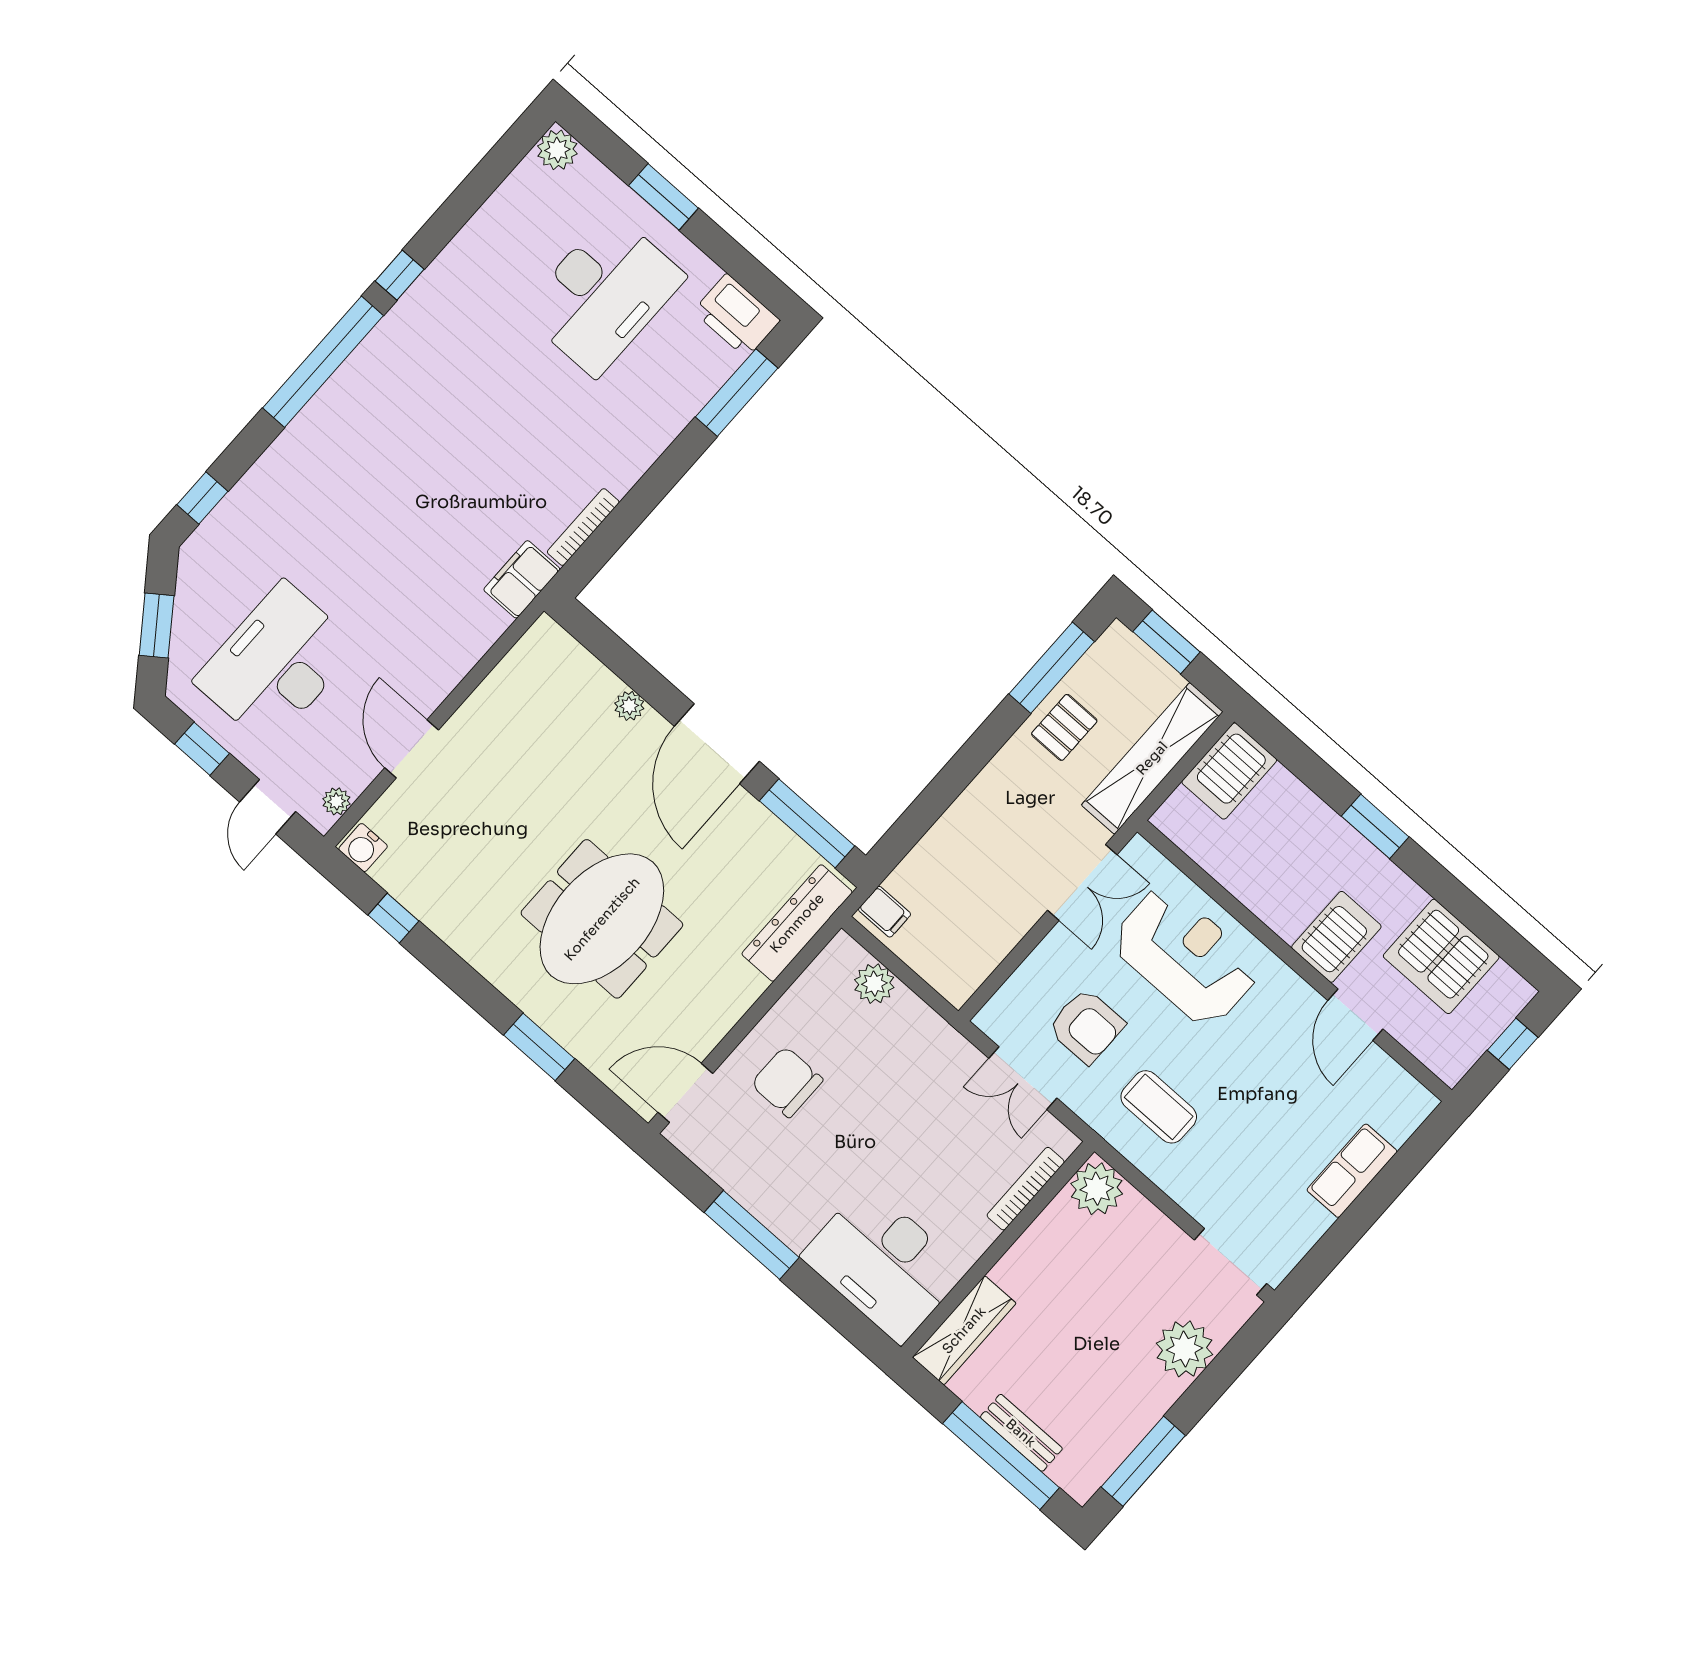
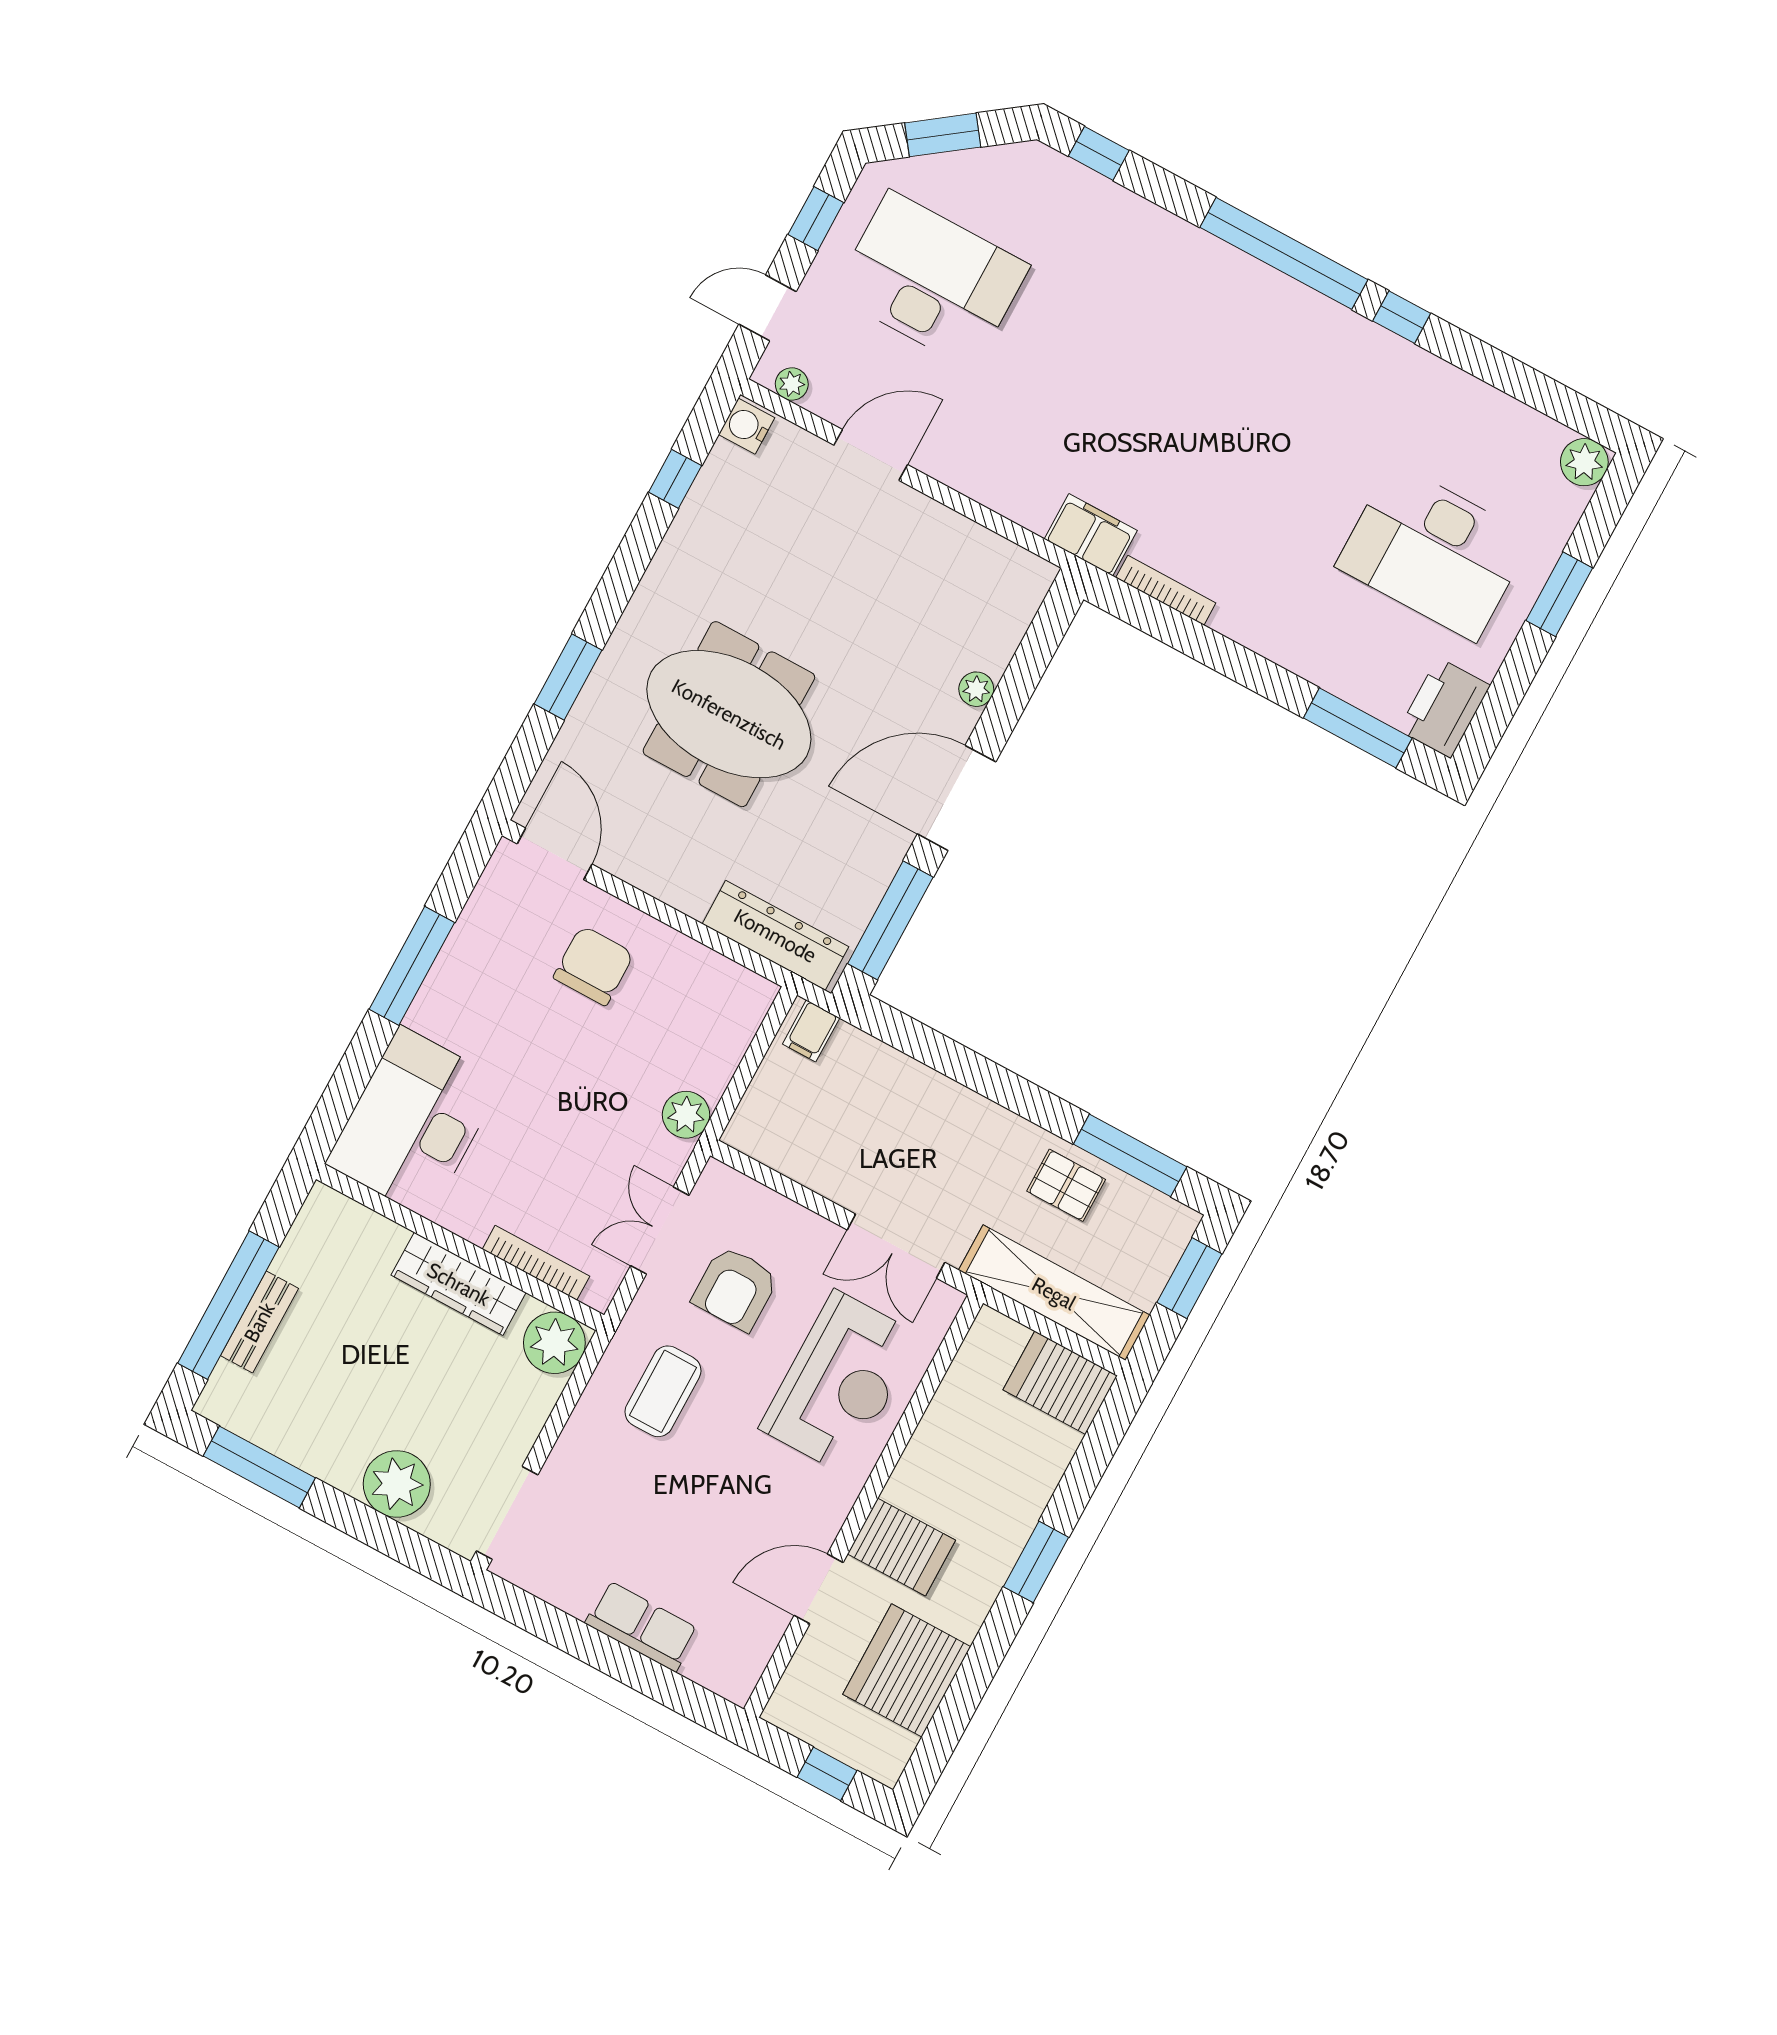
plant: (874, 984) -> (686, 1115), moved
wardrobe: (964, 1330) -> (459, 1284), moved

